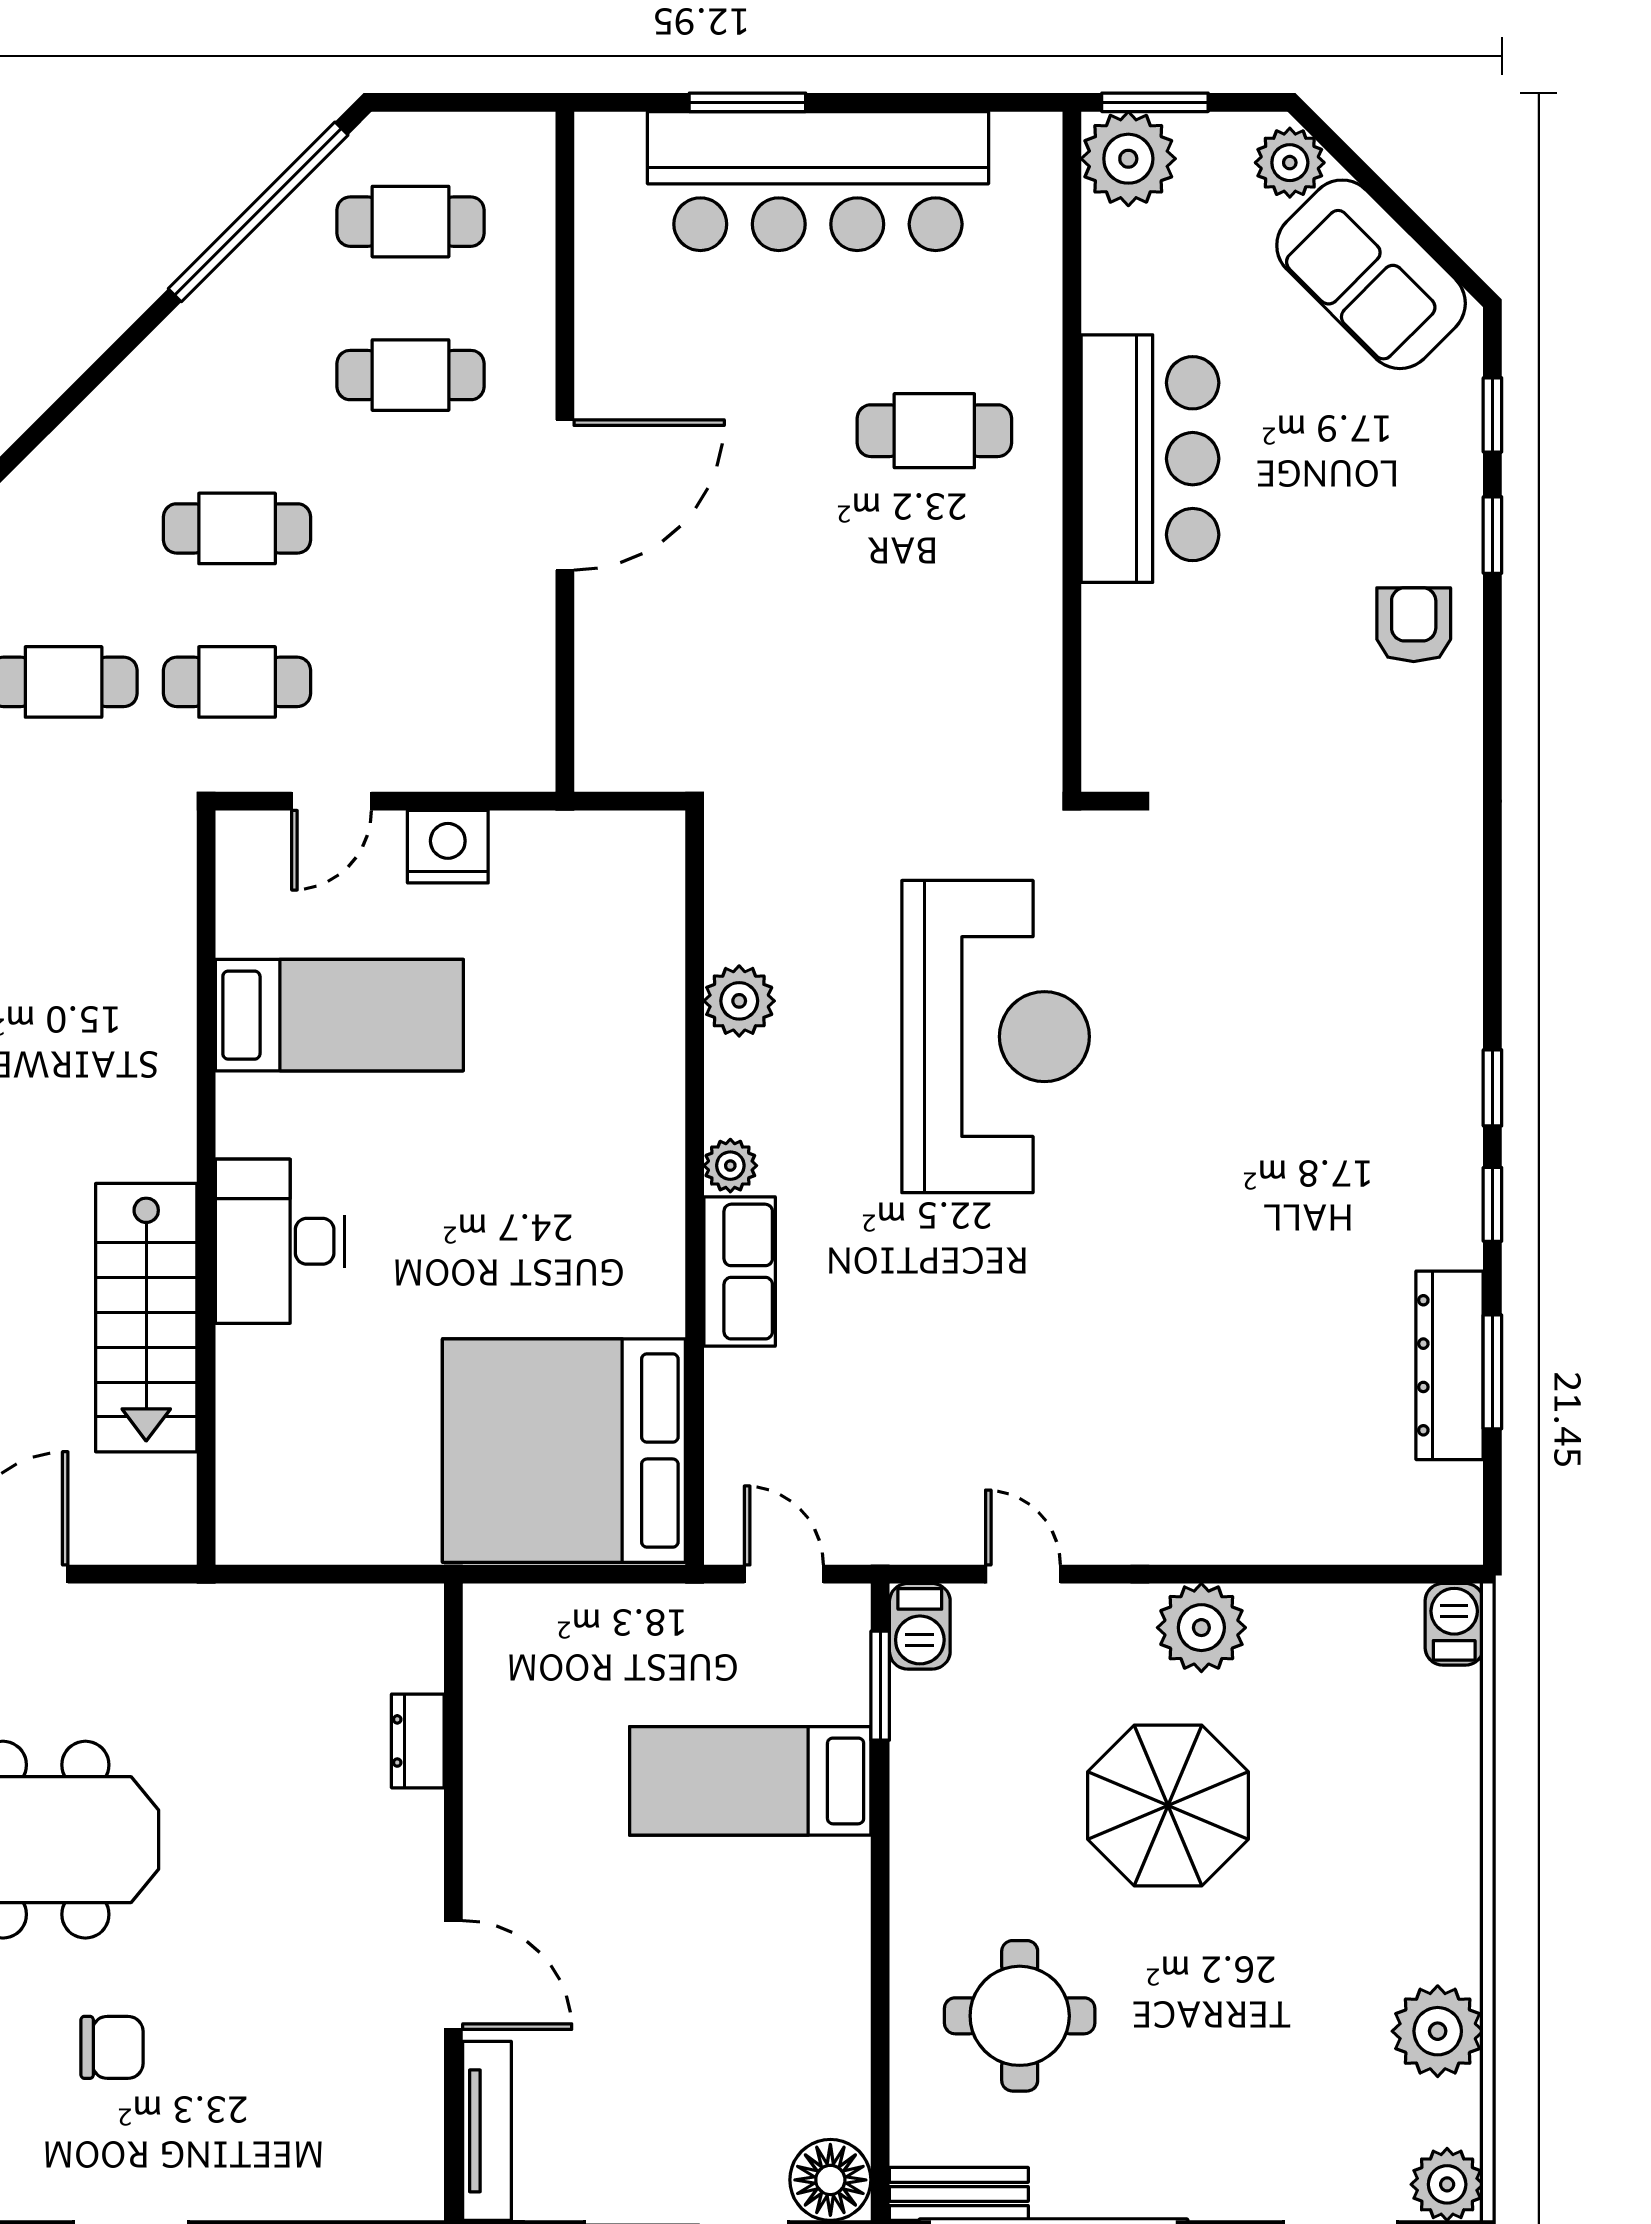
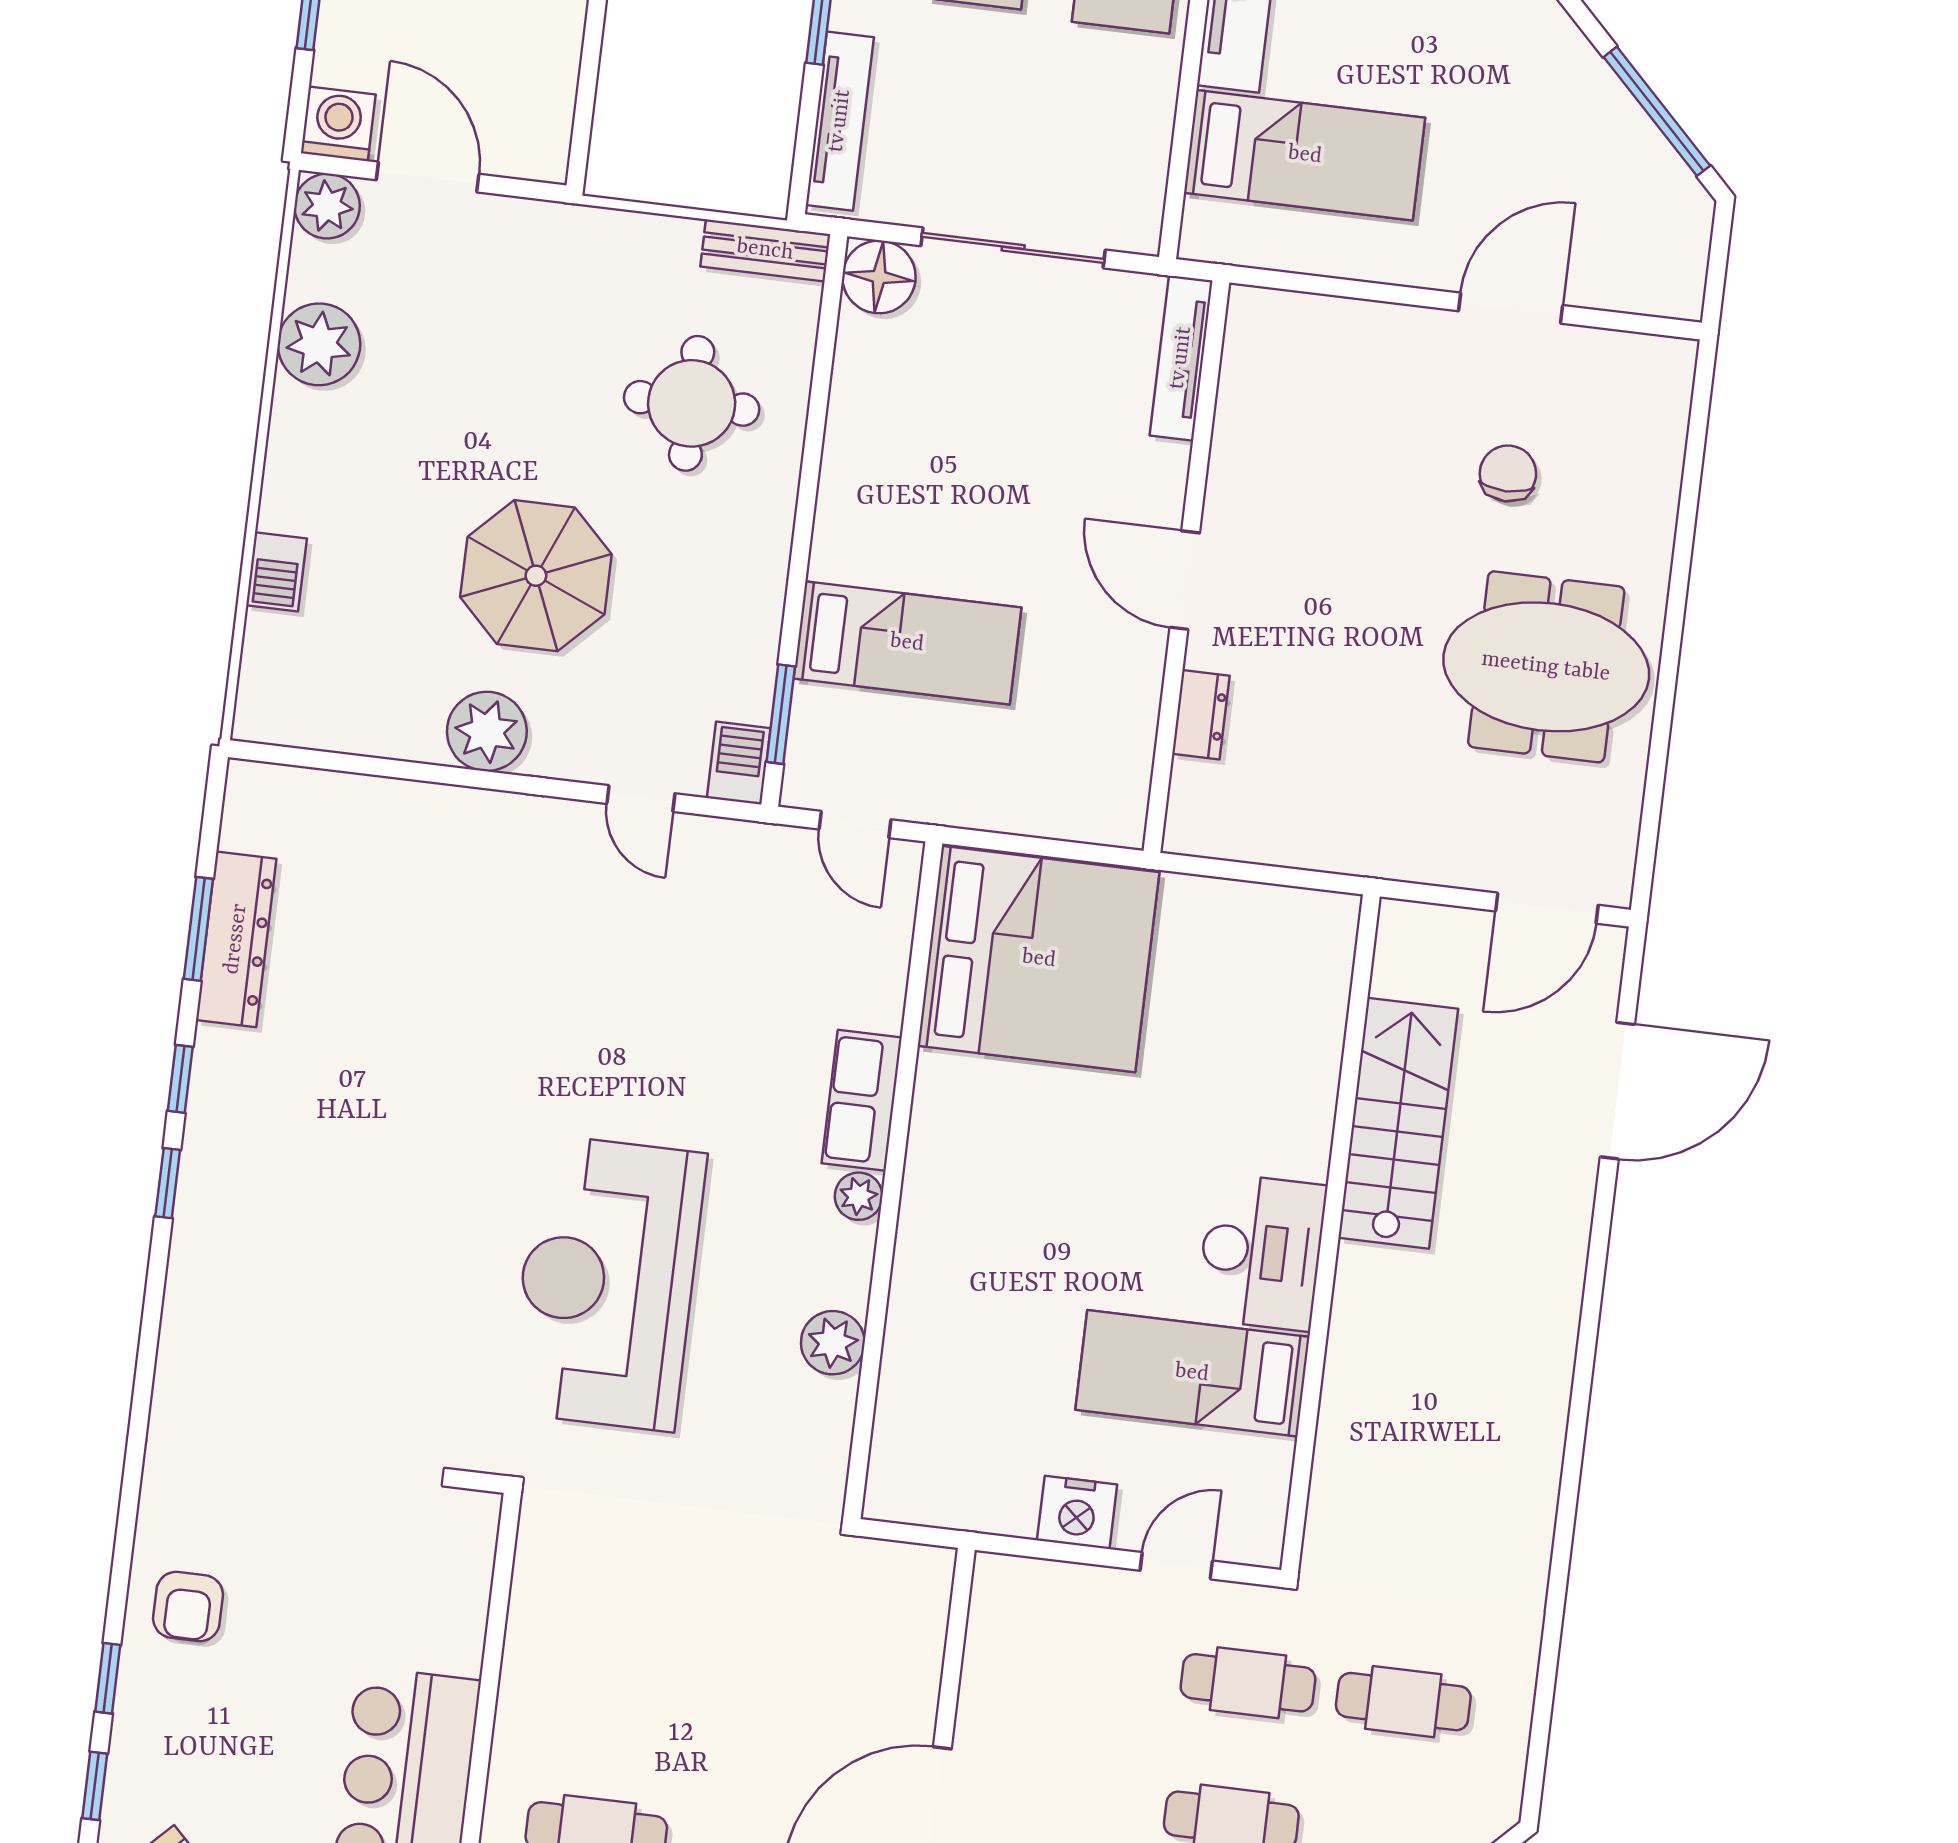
desk: (280, 1241) -> (1261, 1252), moved
barbecue: (1454, 1624) -> (276, 572), moved
door: (453, 1975) -> (1185, 580), moved
chair: (112, 2047) -> (1508, 473), turned 90

